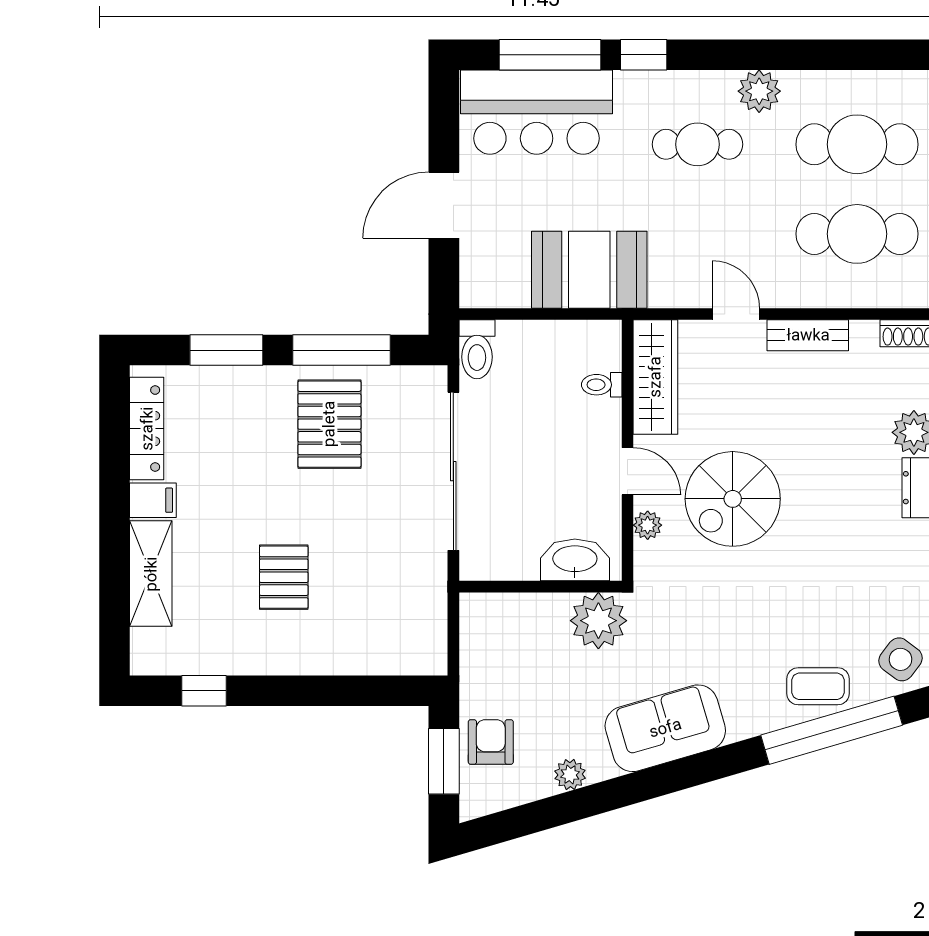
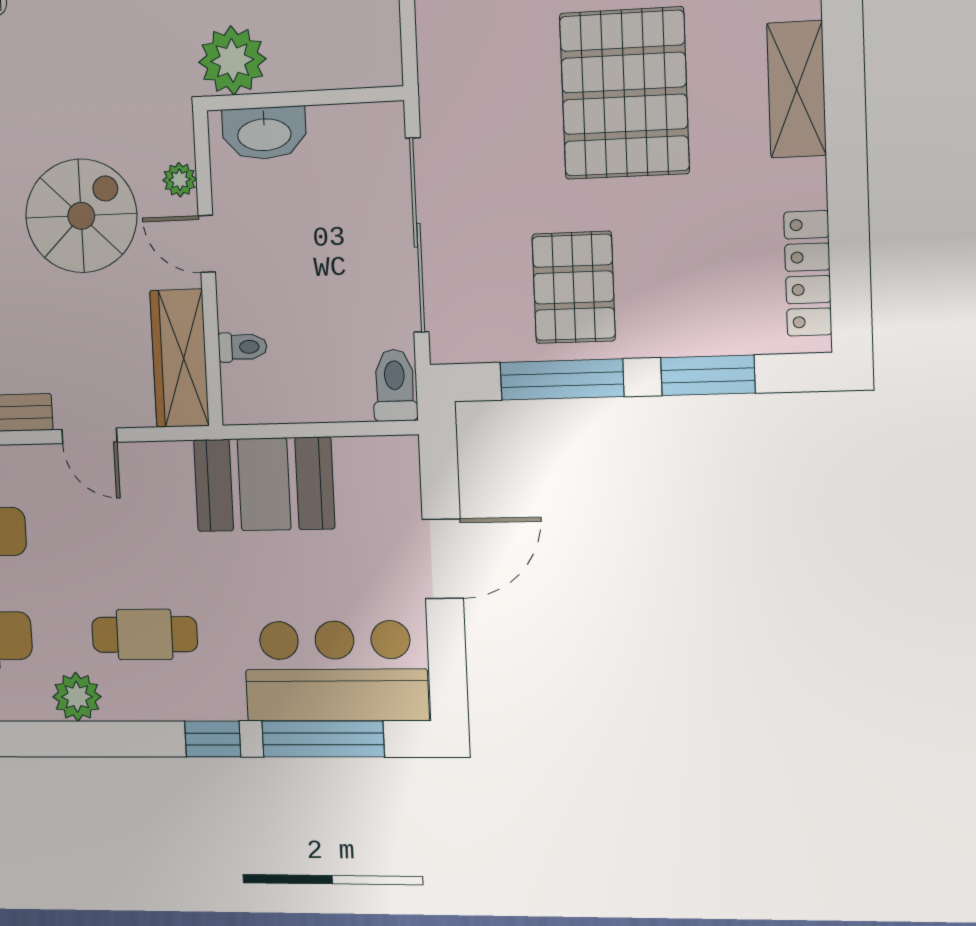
filing cabinet: (153, 500) -> (797, 183), removed
pallet: (284, 577) -> (624, 93), width x2.05, depth x2.00

